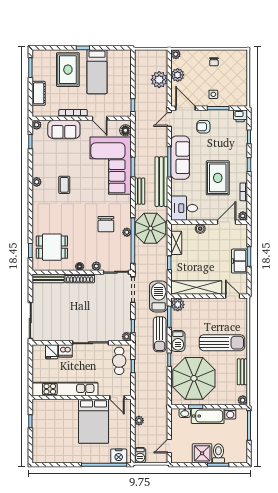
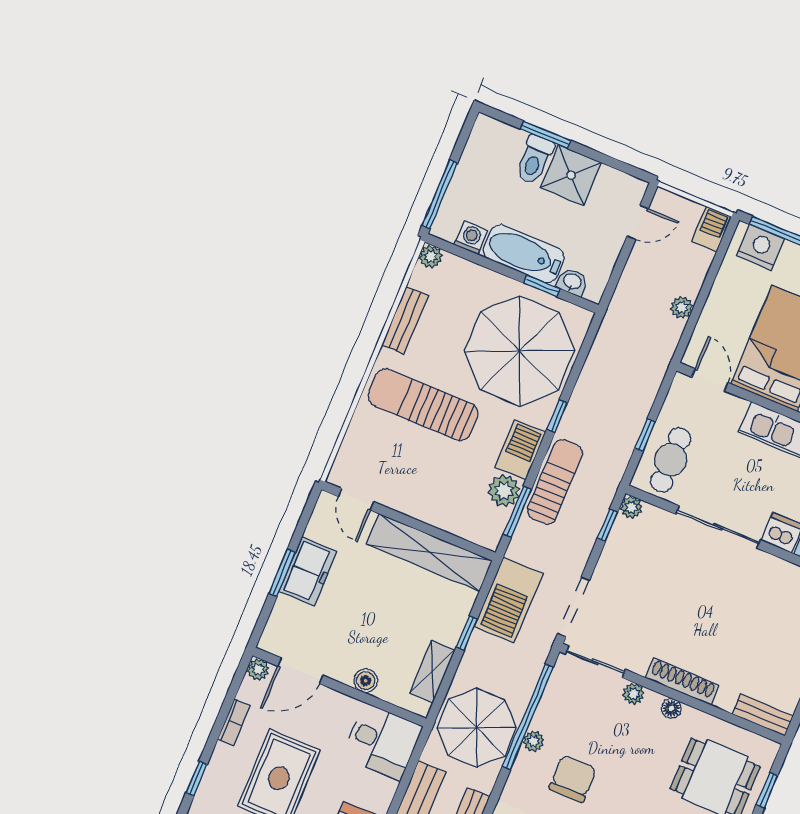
bench: (48, 278) -> (763, 715), width x0.73
barbecue: (159, 297) -> (509, 600), moved
plant: (178, 305) -> (504, 491), moved

